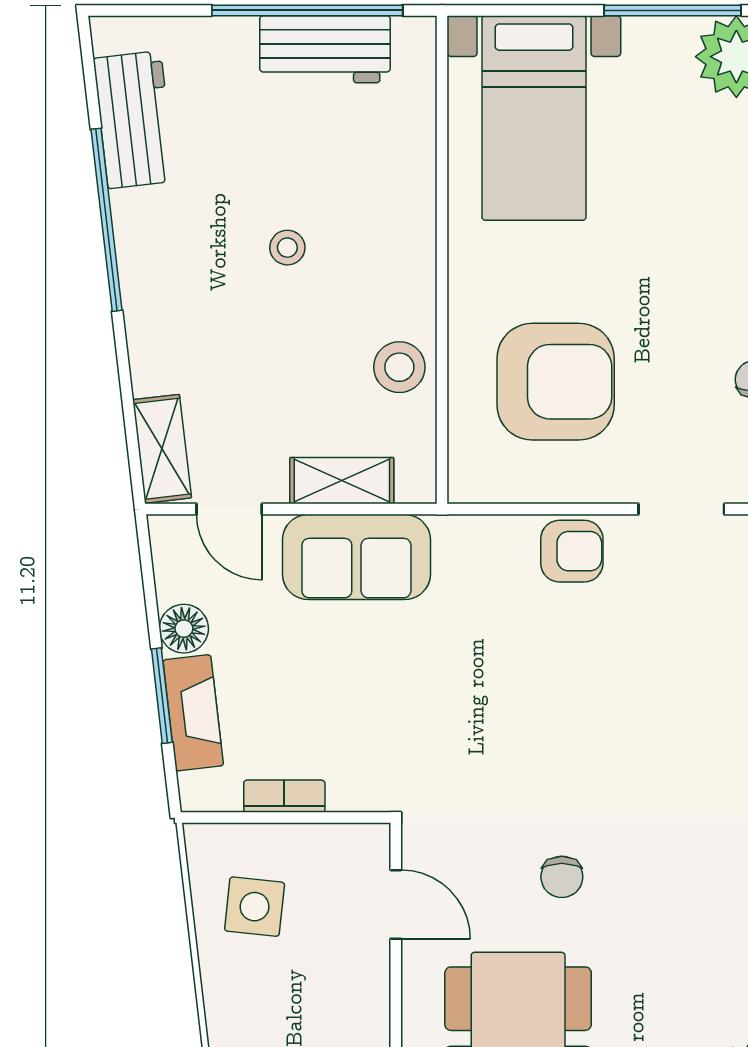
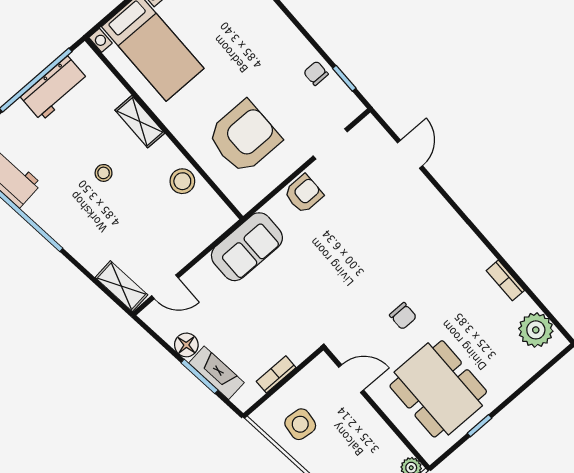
shelving: (342, 481) -> (140, 122), moved, turned 90
sofa: (356, 557) -> (247, 247), moved

